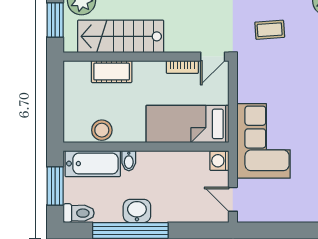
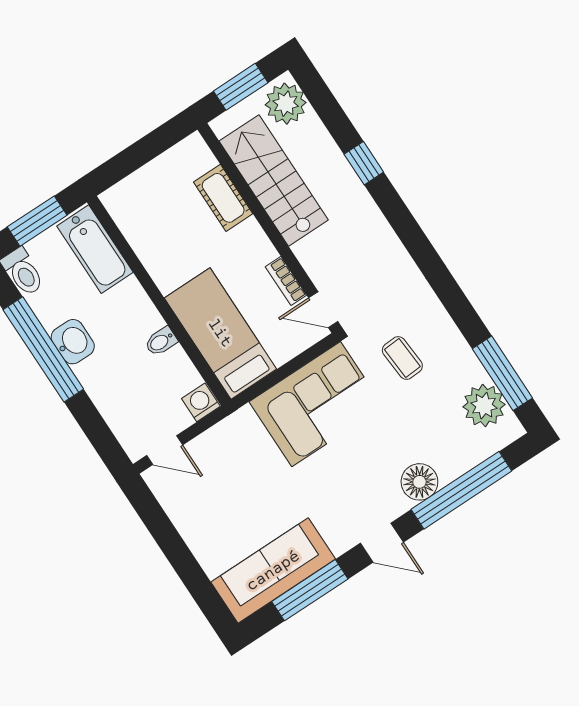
stool: (102, 130) -> (143, 233), removed
corner sofa: (264, 141) -> (316, 404), moved
bidet: (129, 161) -> (161, 341), moved
door: (233, 199) -> (165, 450), swing flipped

